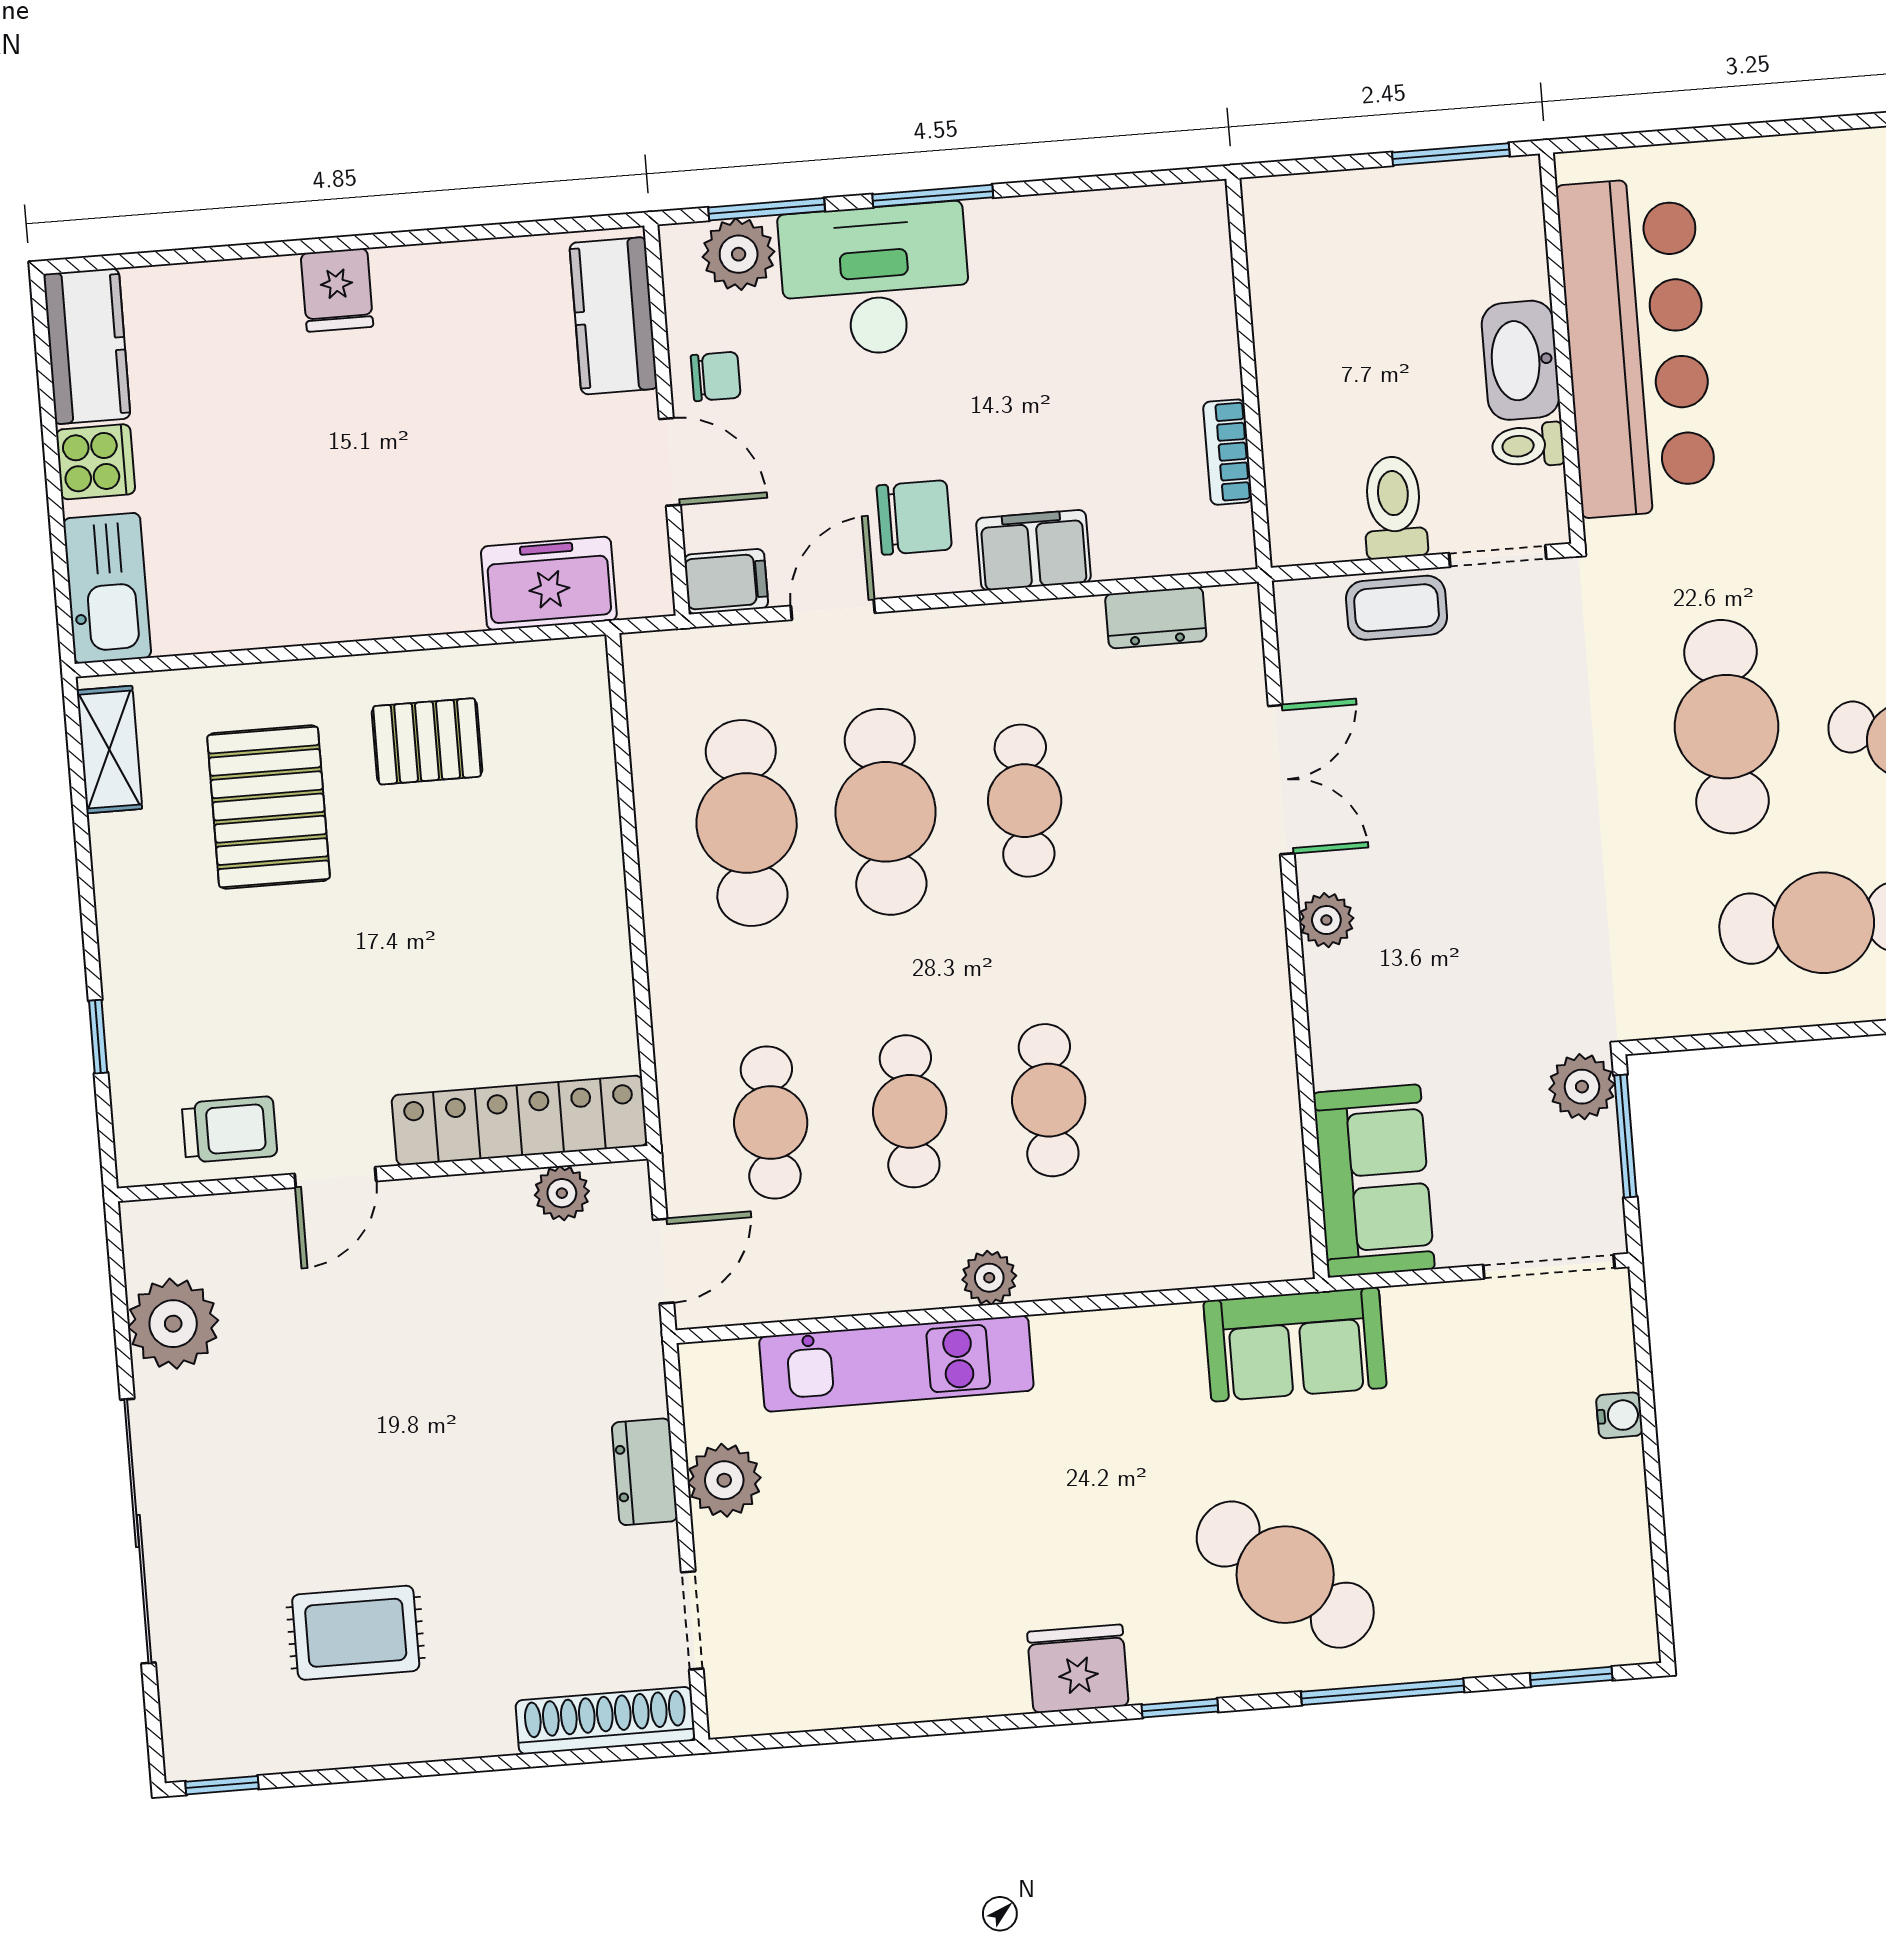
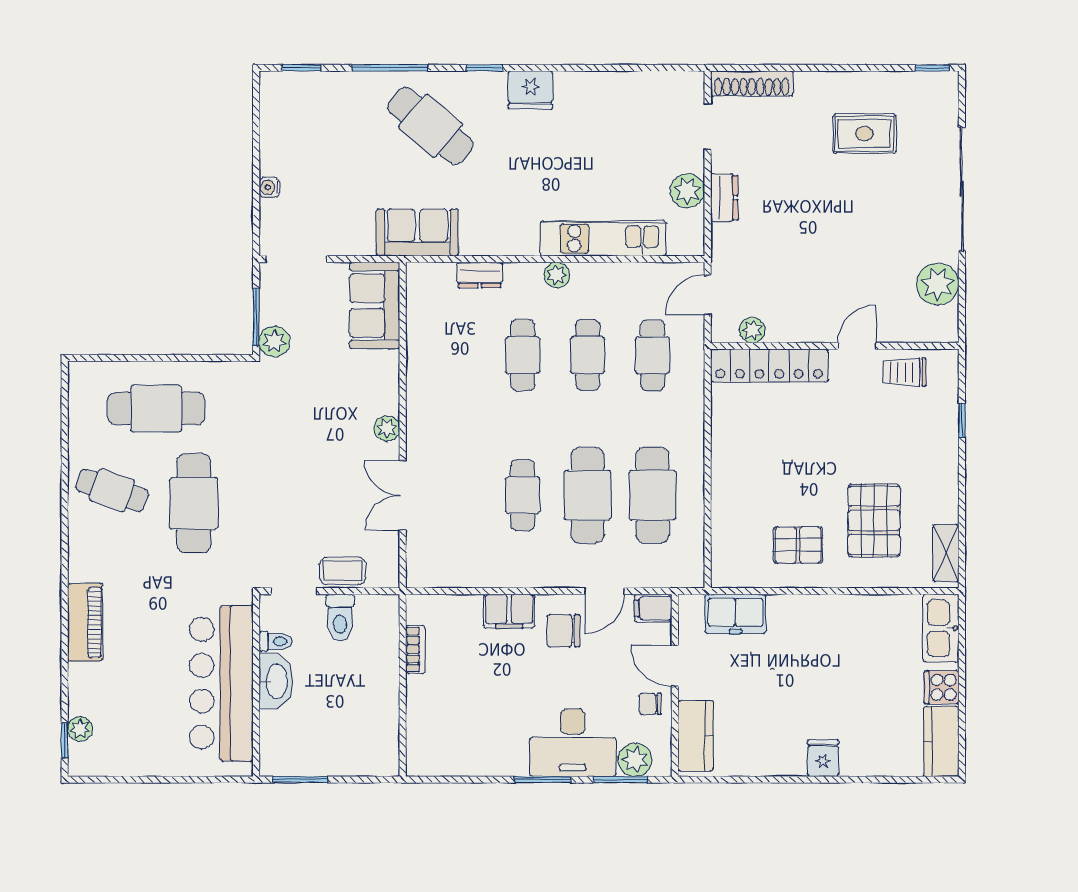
dresser: (1156, 618) -> (480, 275), moved, turned 180

